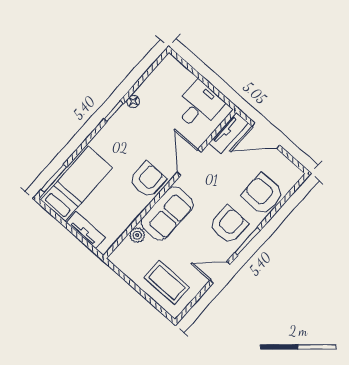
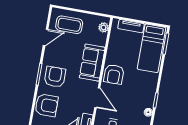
armchair: (228, 225) -> (55, 77), turned 180
plant: (137, 235) -> (104, 27), moved
door: (220, 272) -> (46, 37), moved

